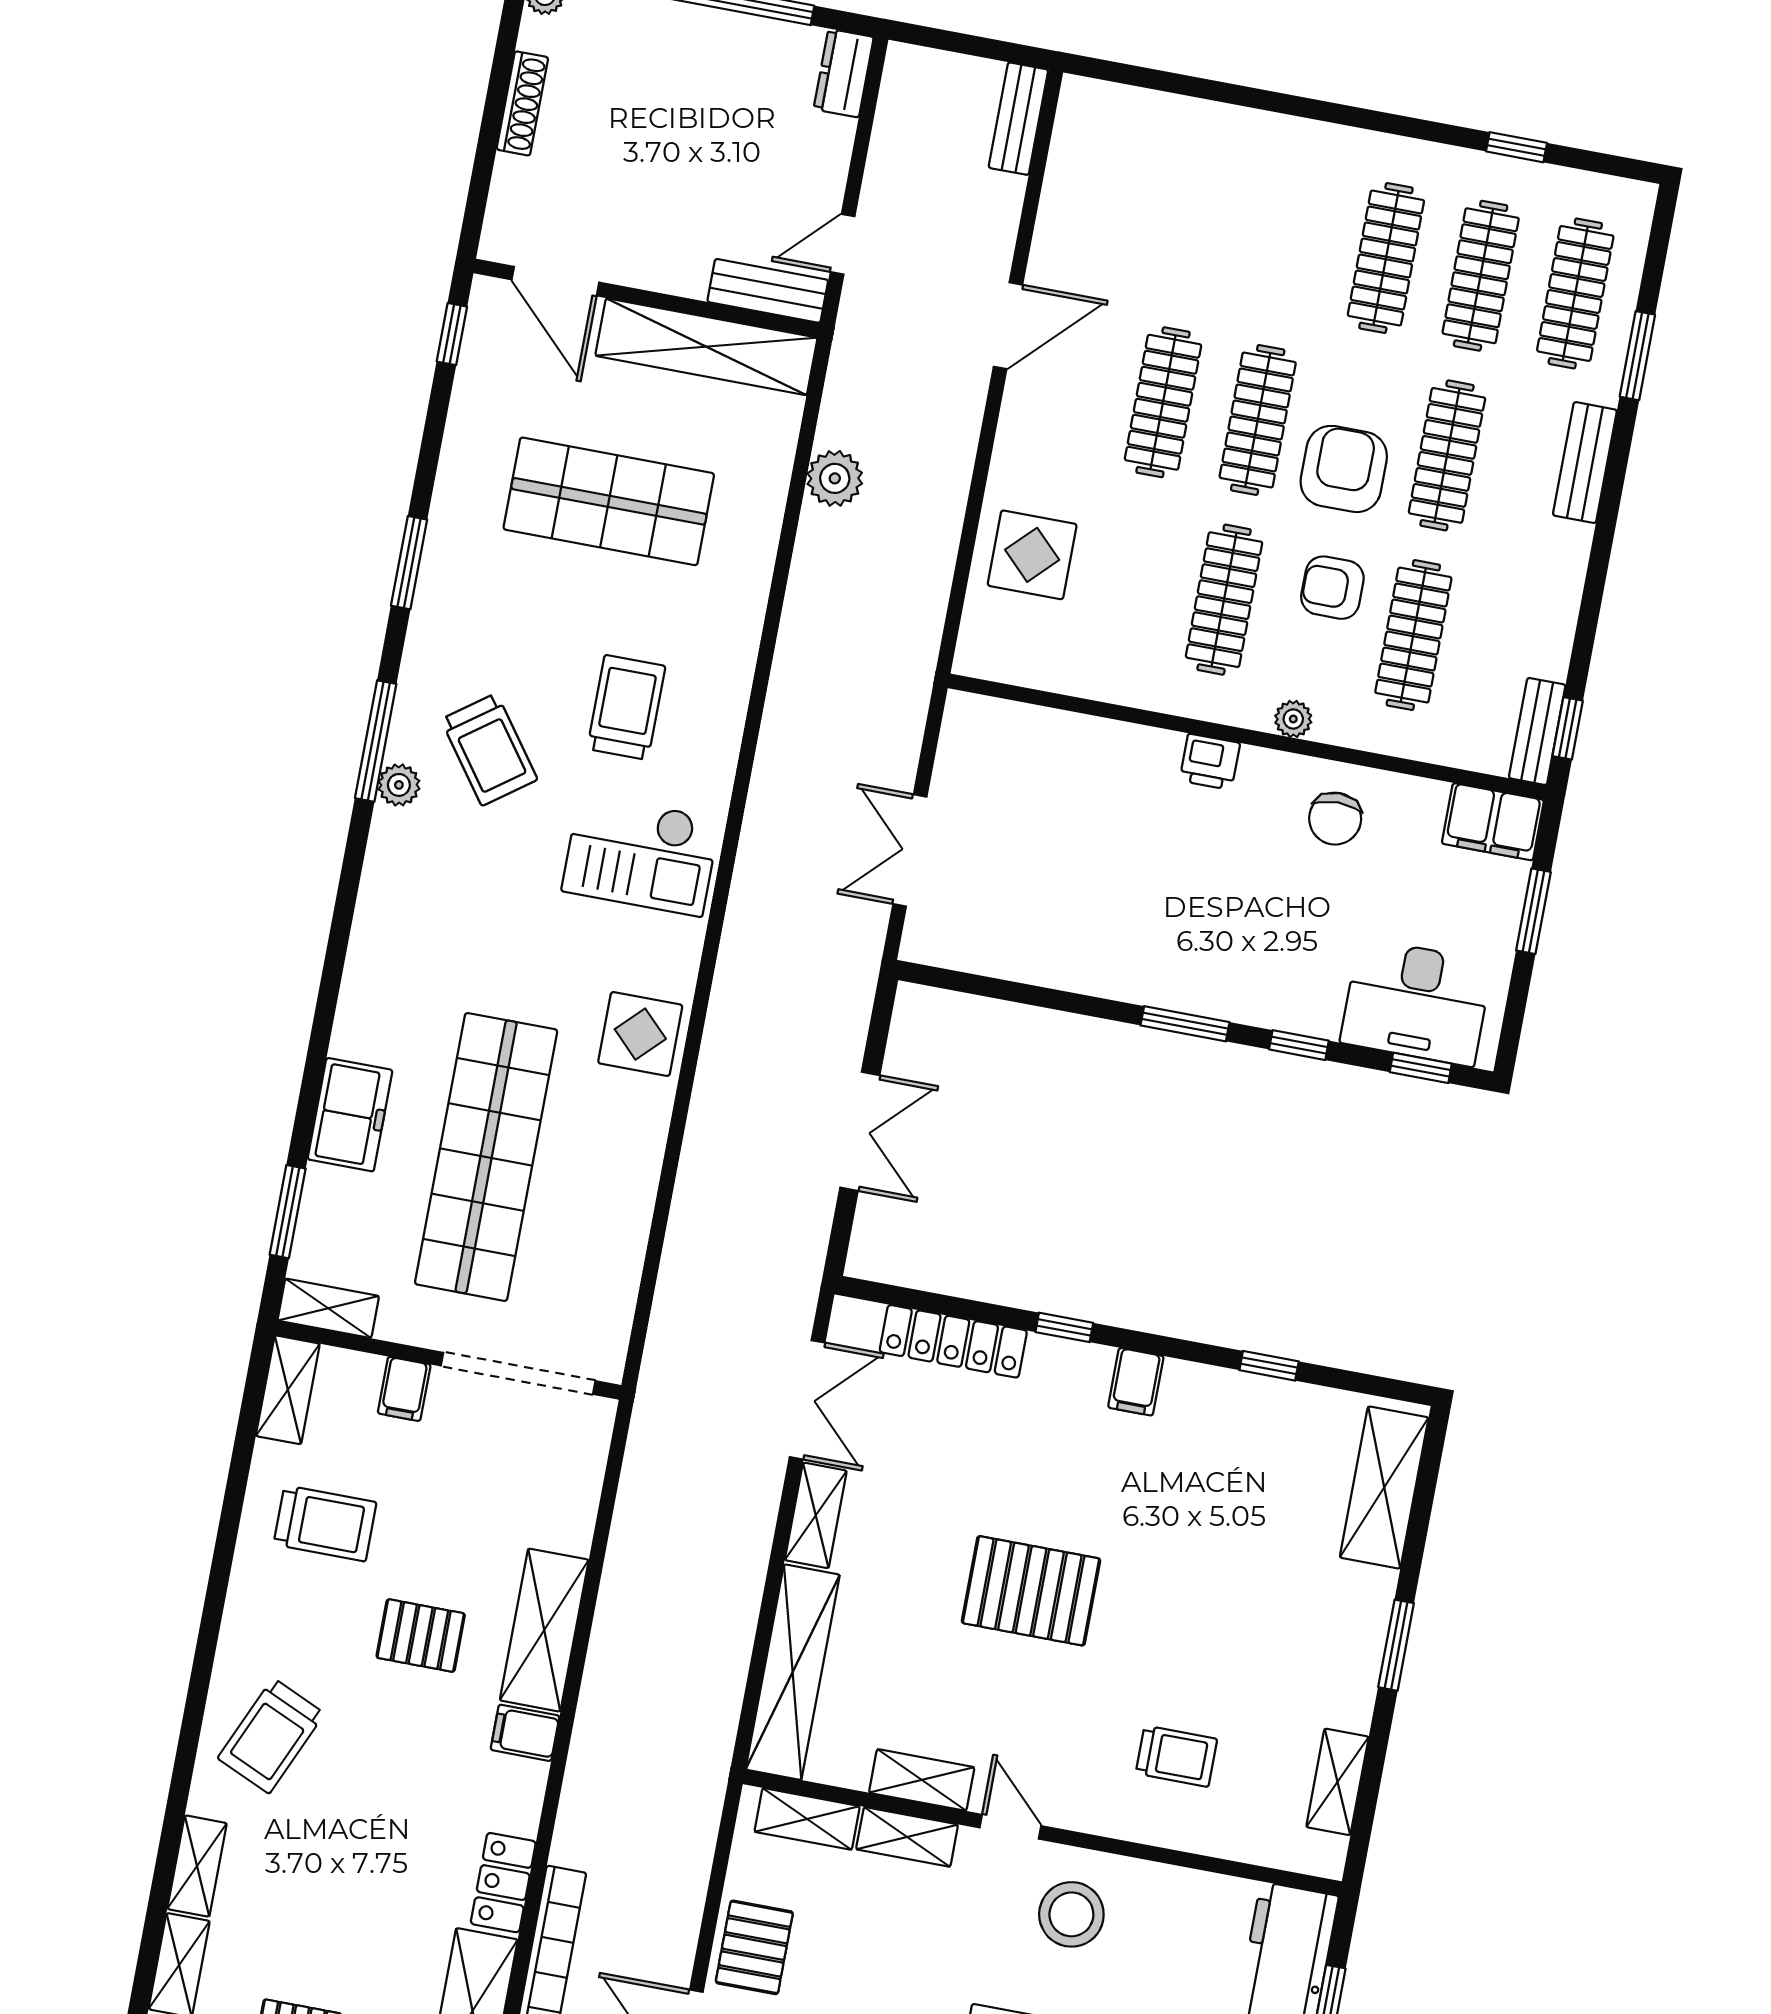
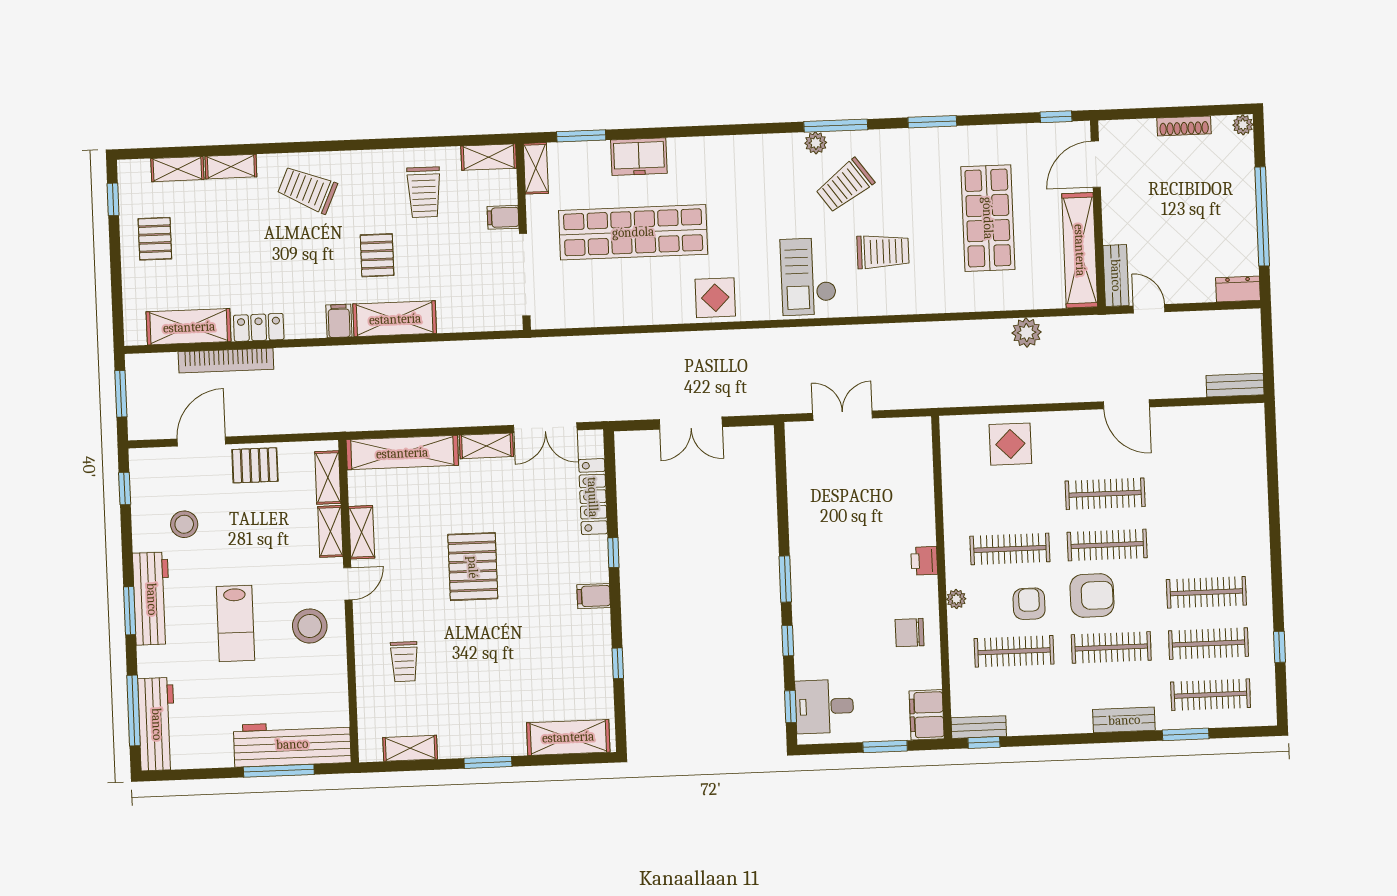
desk: (1416, 1002) -> (824, 706), width x0.73

